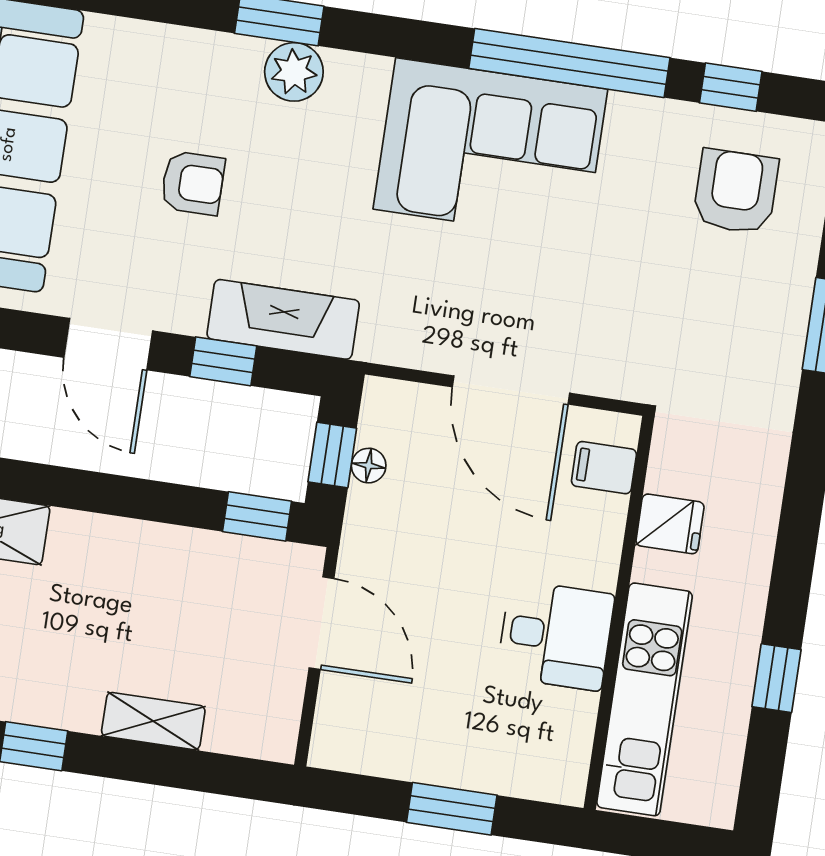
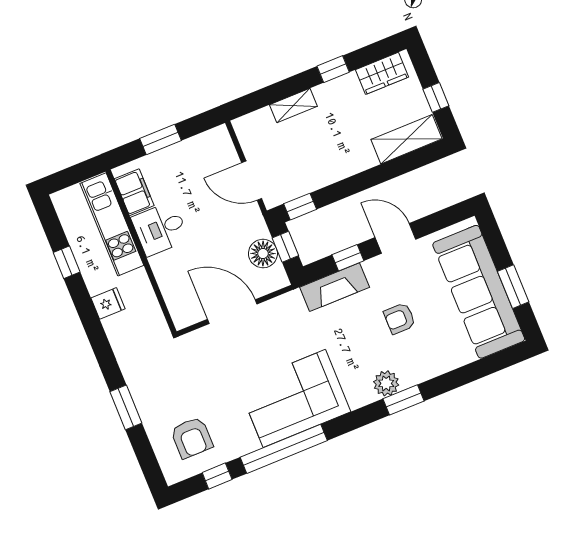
floor lamp: (369, 466) -> (263, 254), width x1.89, depth x1.89
filing cabinet: (604, 468) -> (134, 192), moved, width x2.00
fridge: (670, 524) -> (108, 303), moved, turned 180

